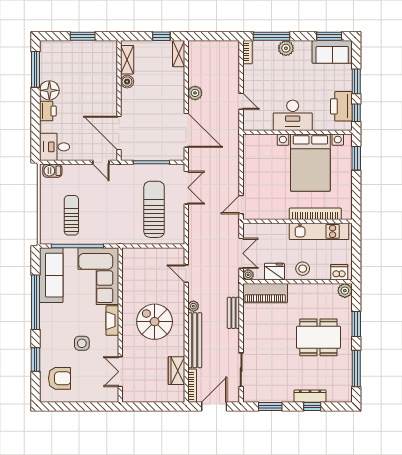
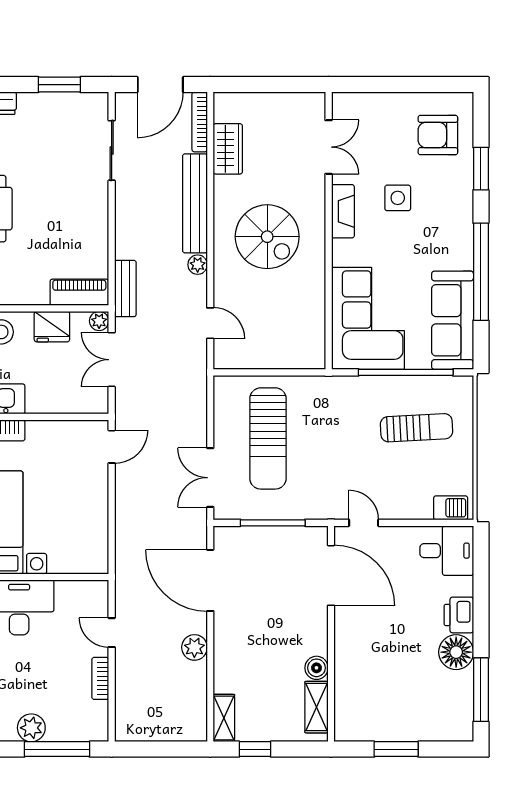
bookcase: (247, 52) -> (100, 678), moved
sun lounger: (71, 215) -> (416, 428), turned -93
piano: (265, 293) -> (79, 292), width x0.73, depth x0.75
bench: (233, 313) -> (125, 289), moved
fireplace: (112, 321) -> (343, 211), moved

